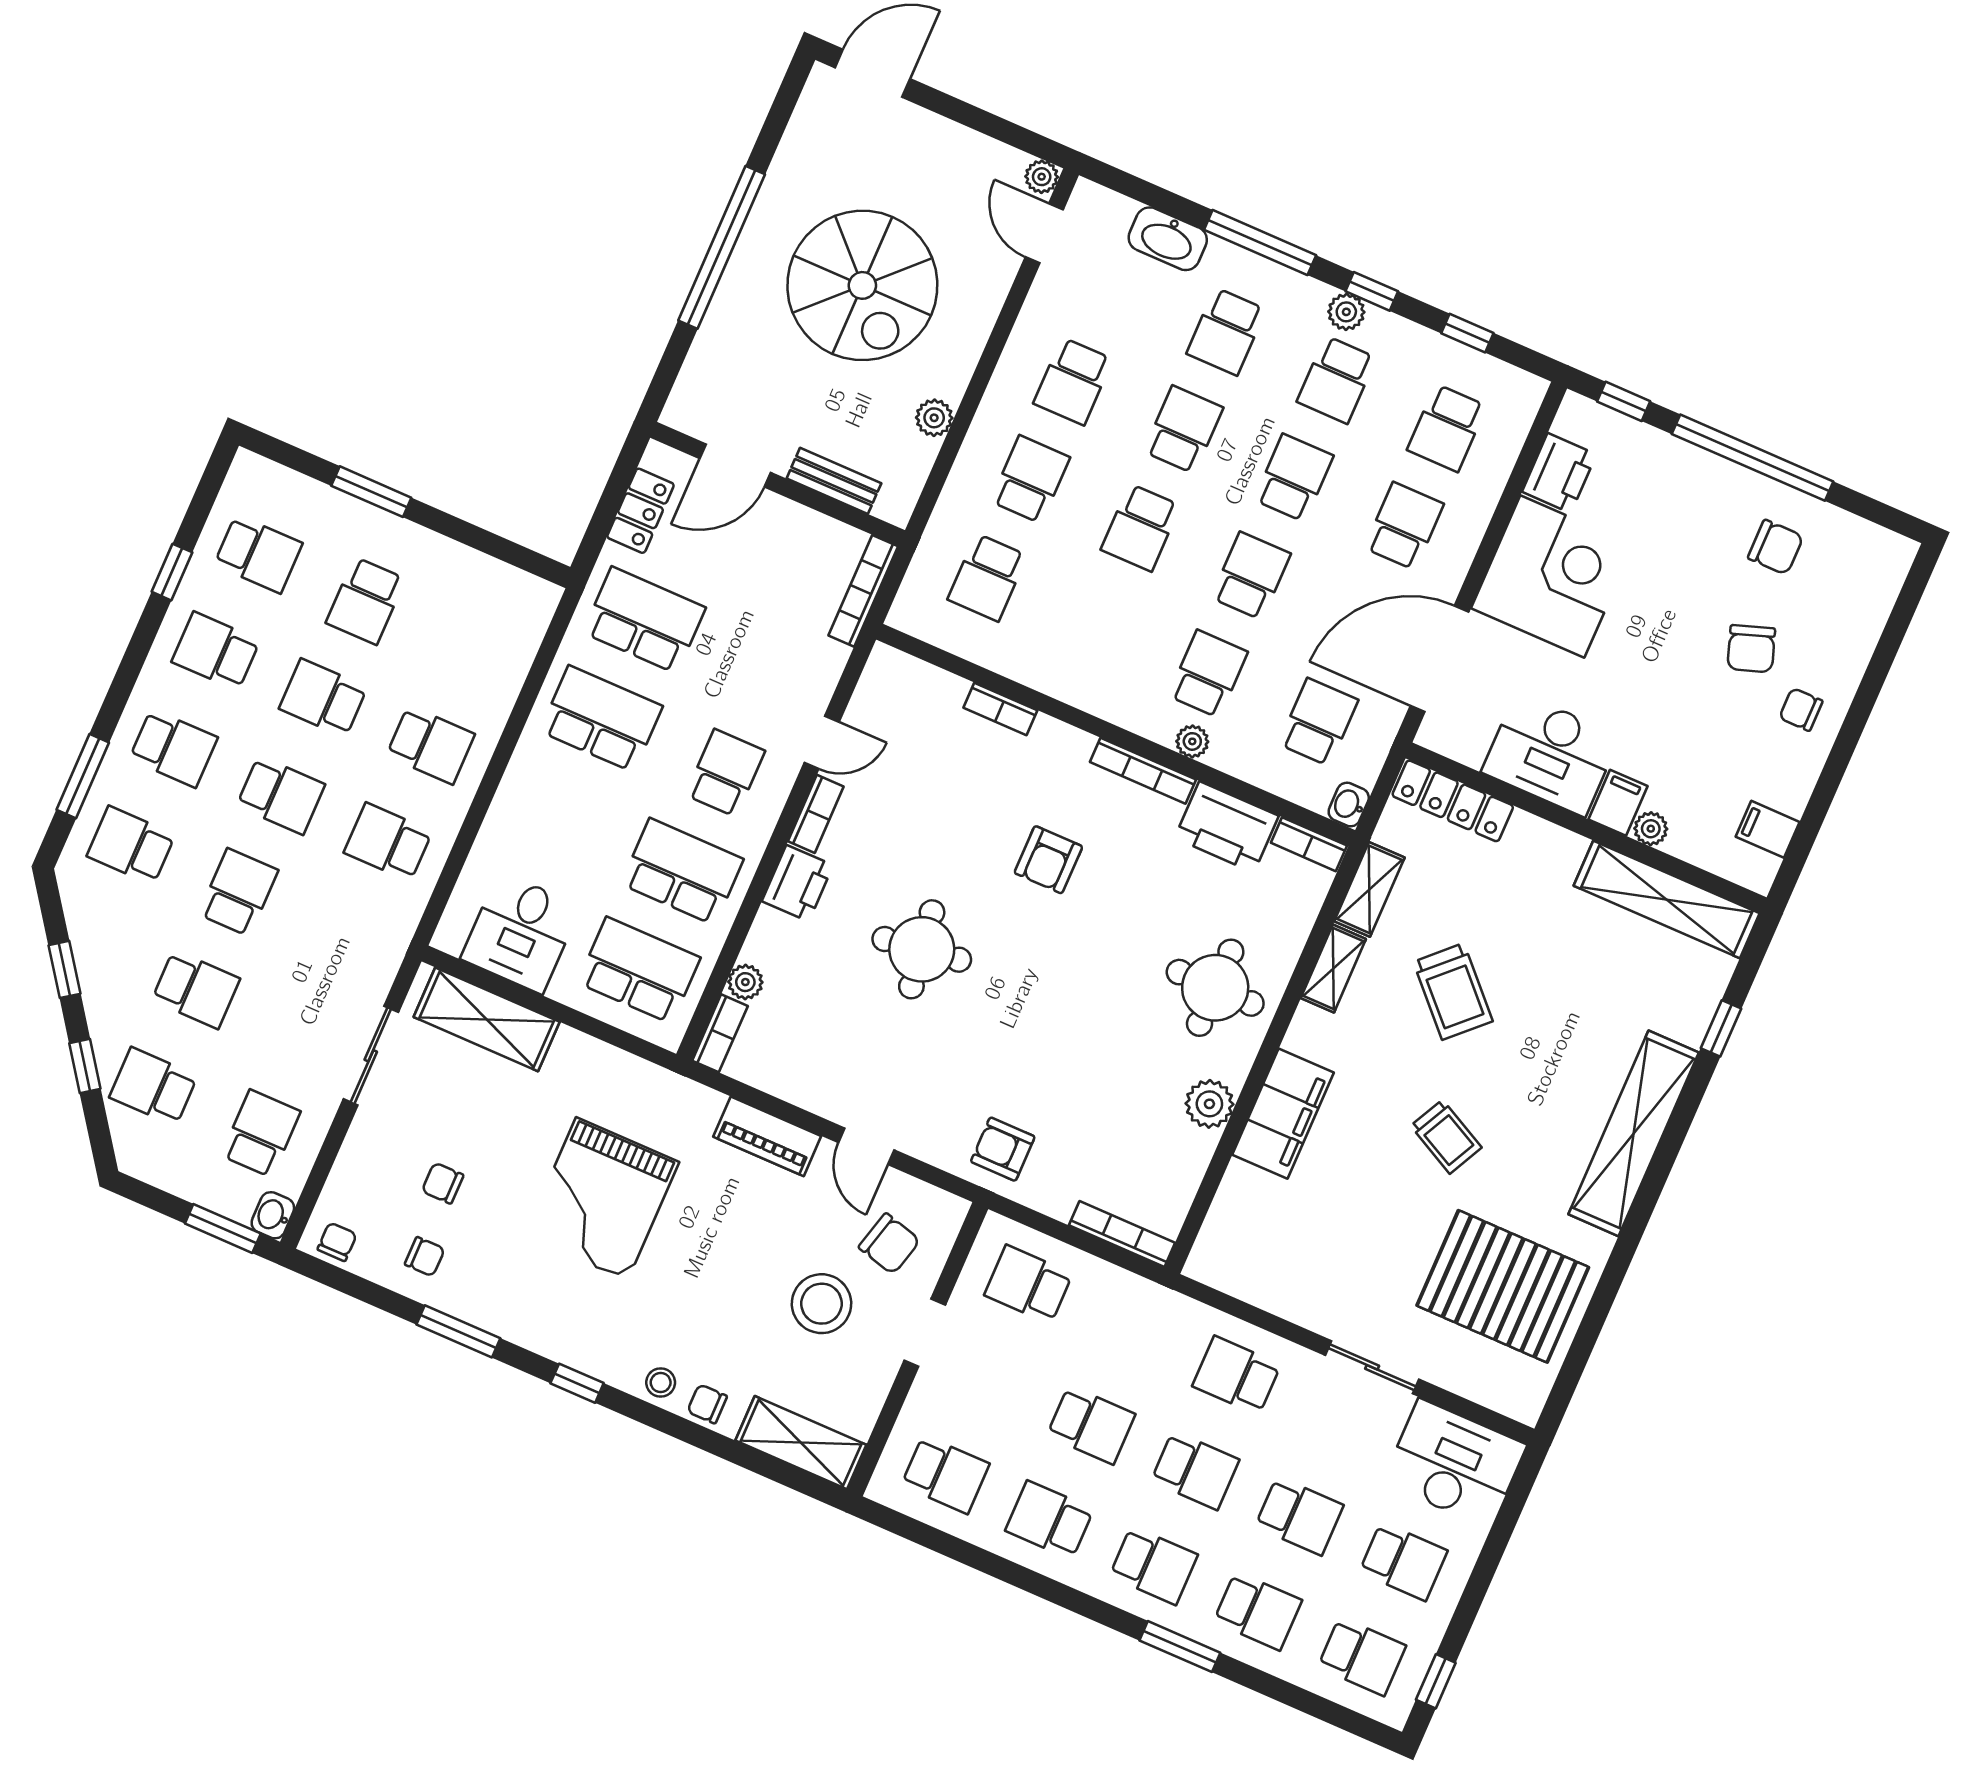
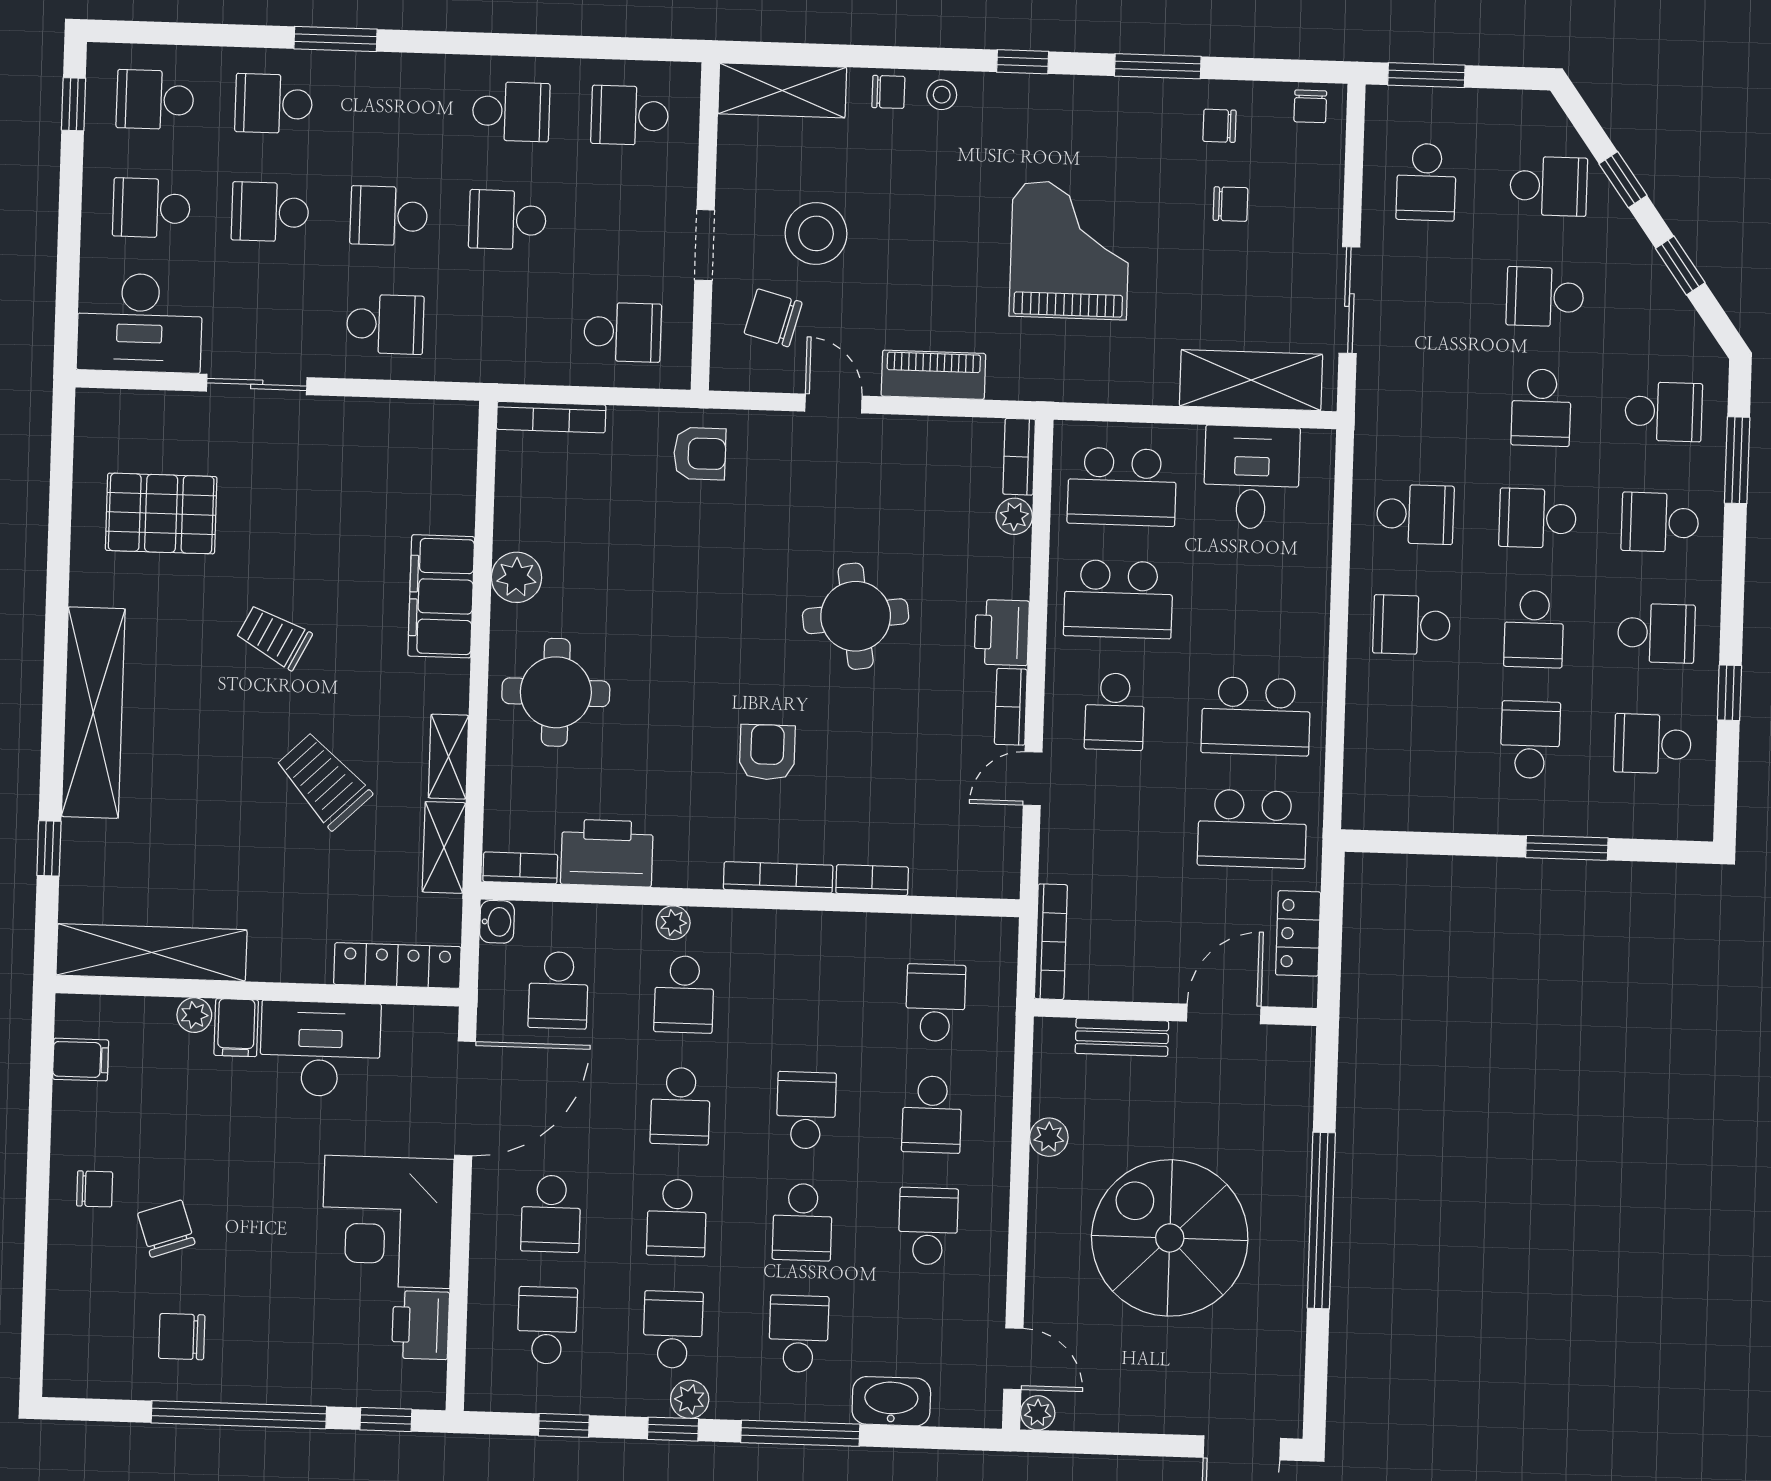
school desk: (323, 698) -> (1534, 629), turned 90
bookcase: (1143, 771) -> (778, 877), moved
washbasin: (273, 1215) -> (1383, 107), removed
pallet: (1503, 1286) -> (161, 513), width x0.73, depth x0.71
school desk: (1154, 1565) -> (392, 108), removed

